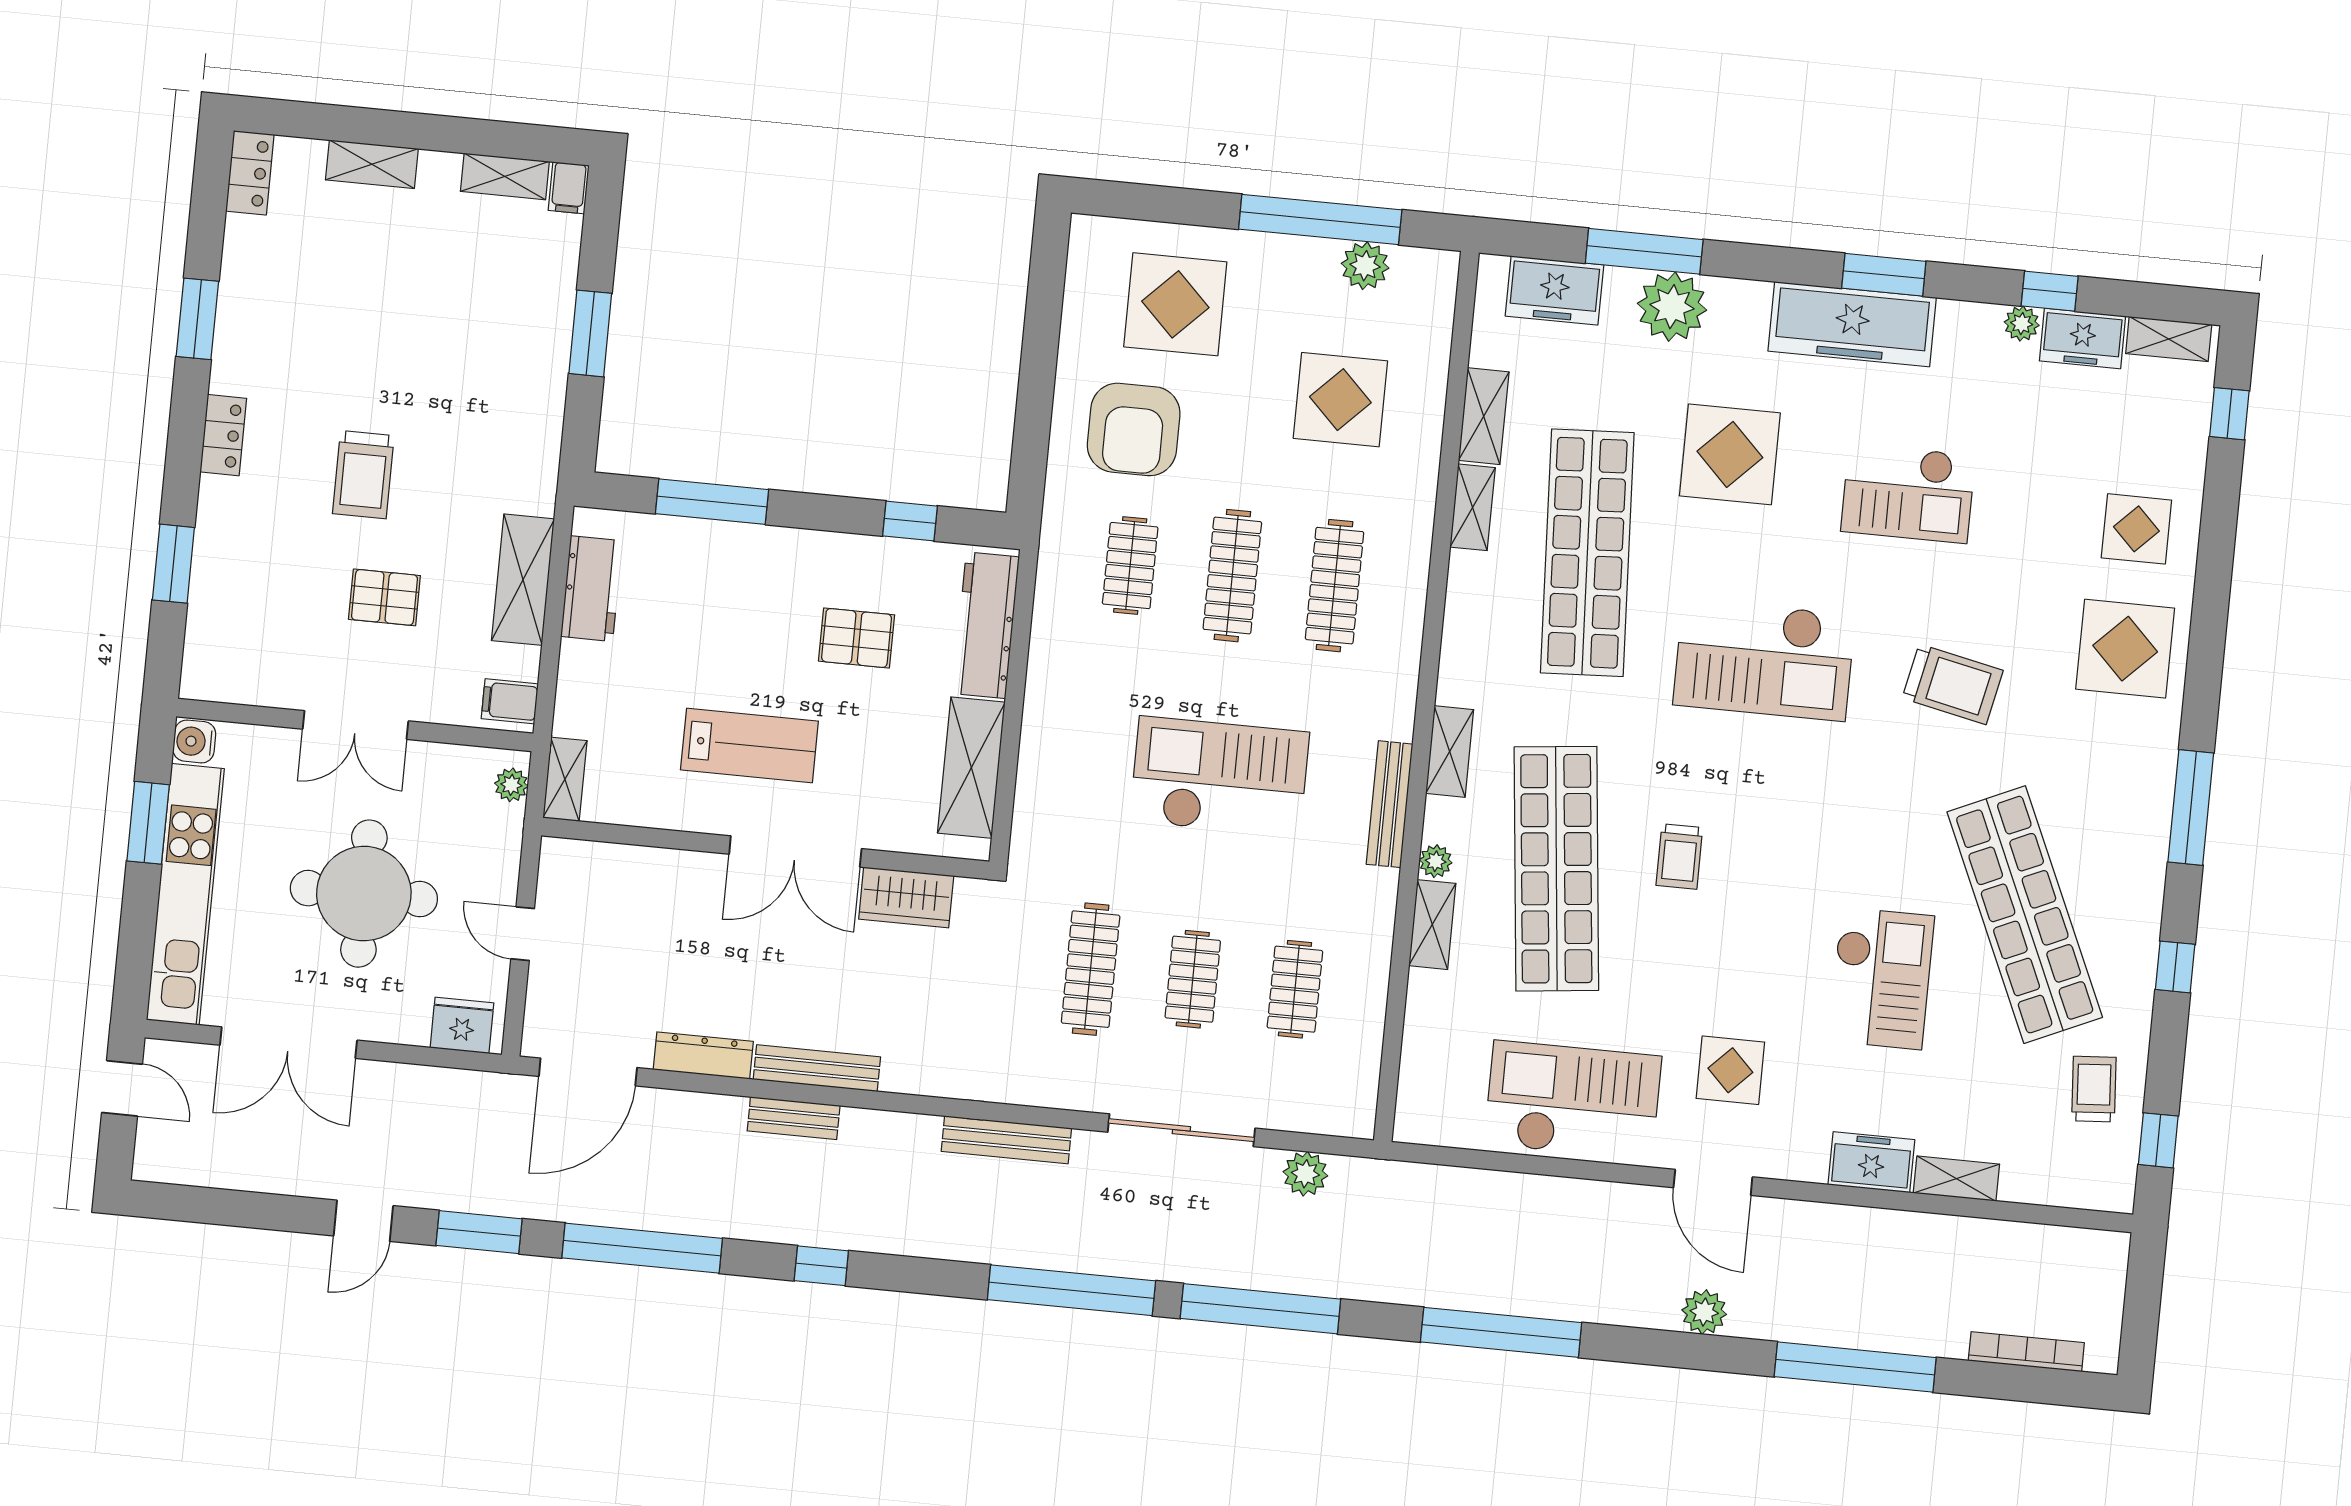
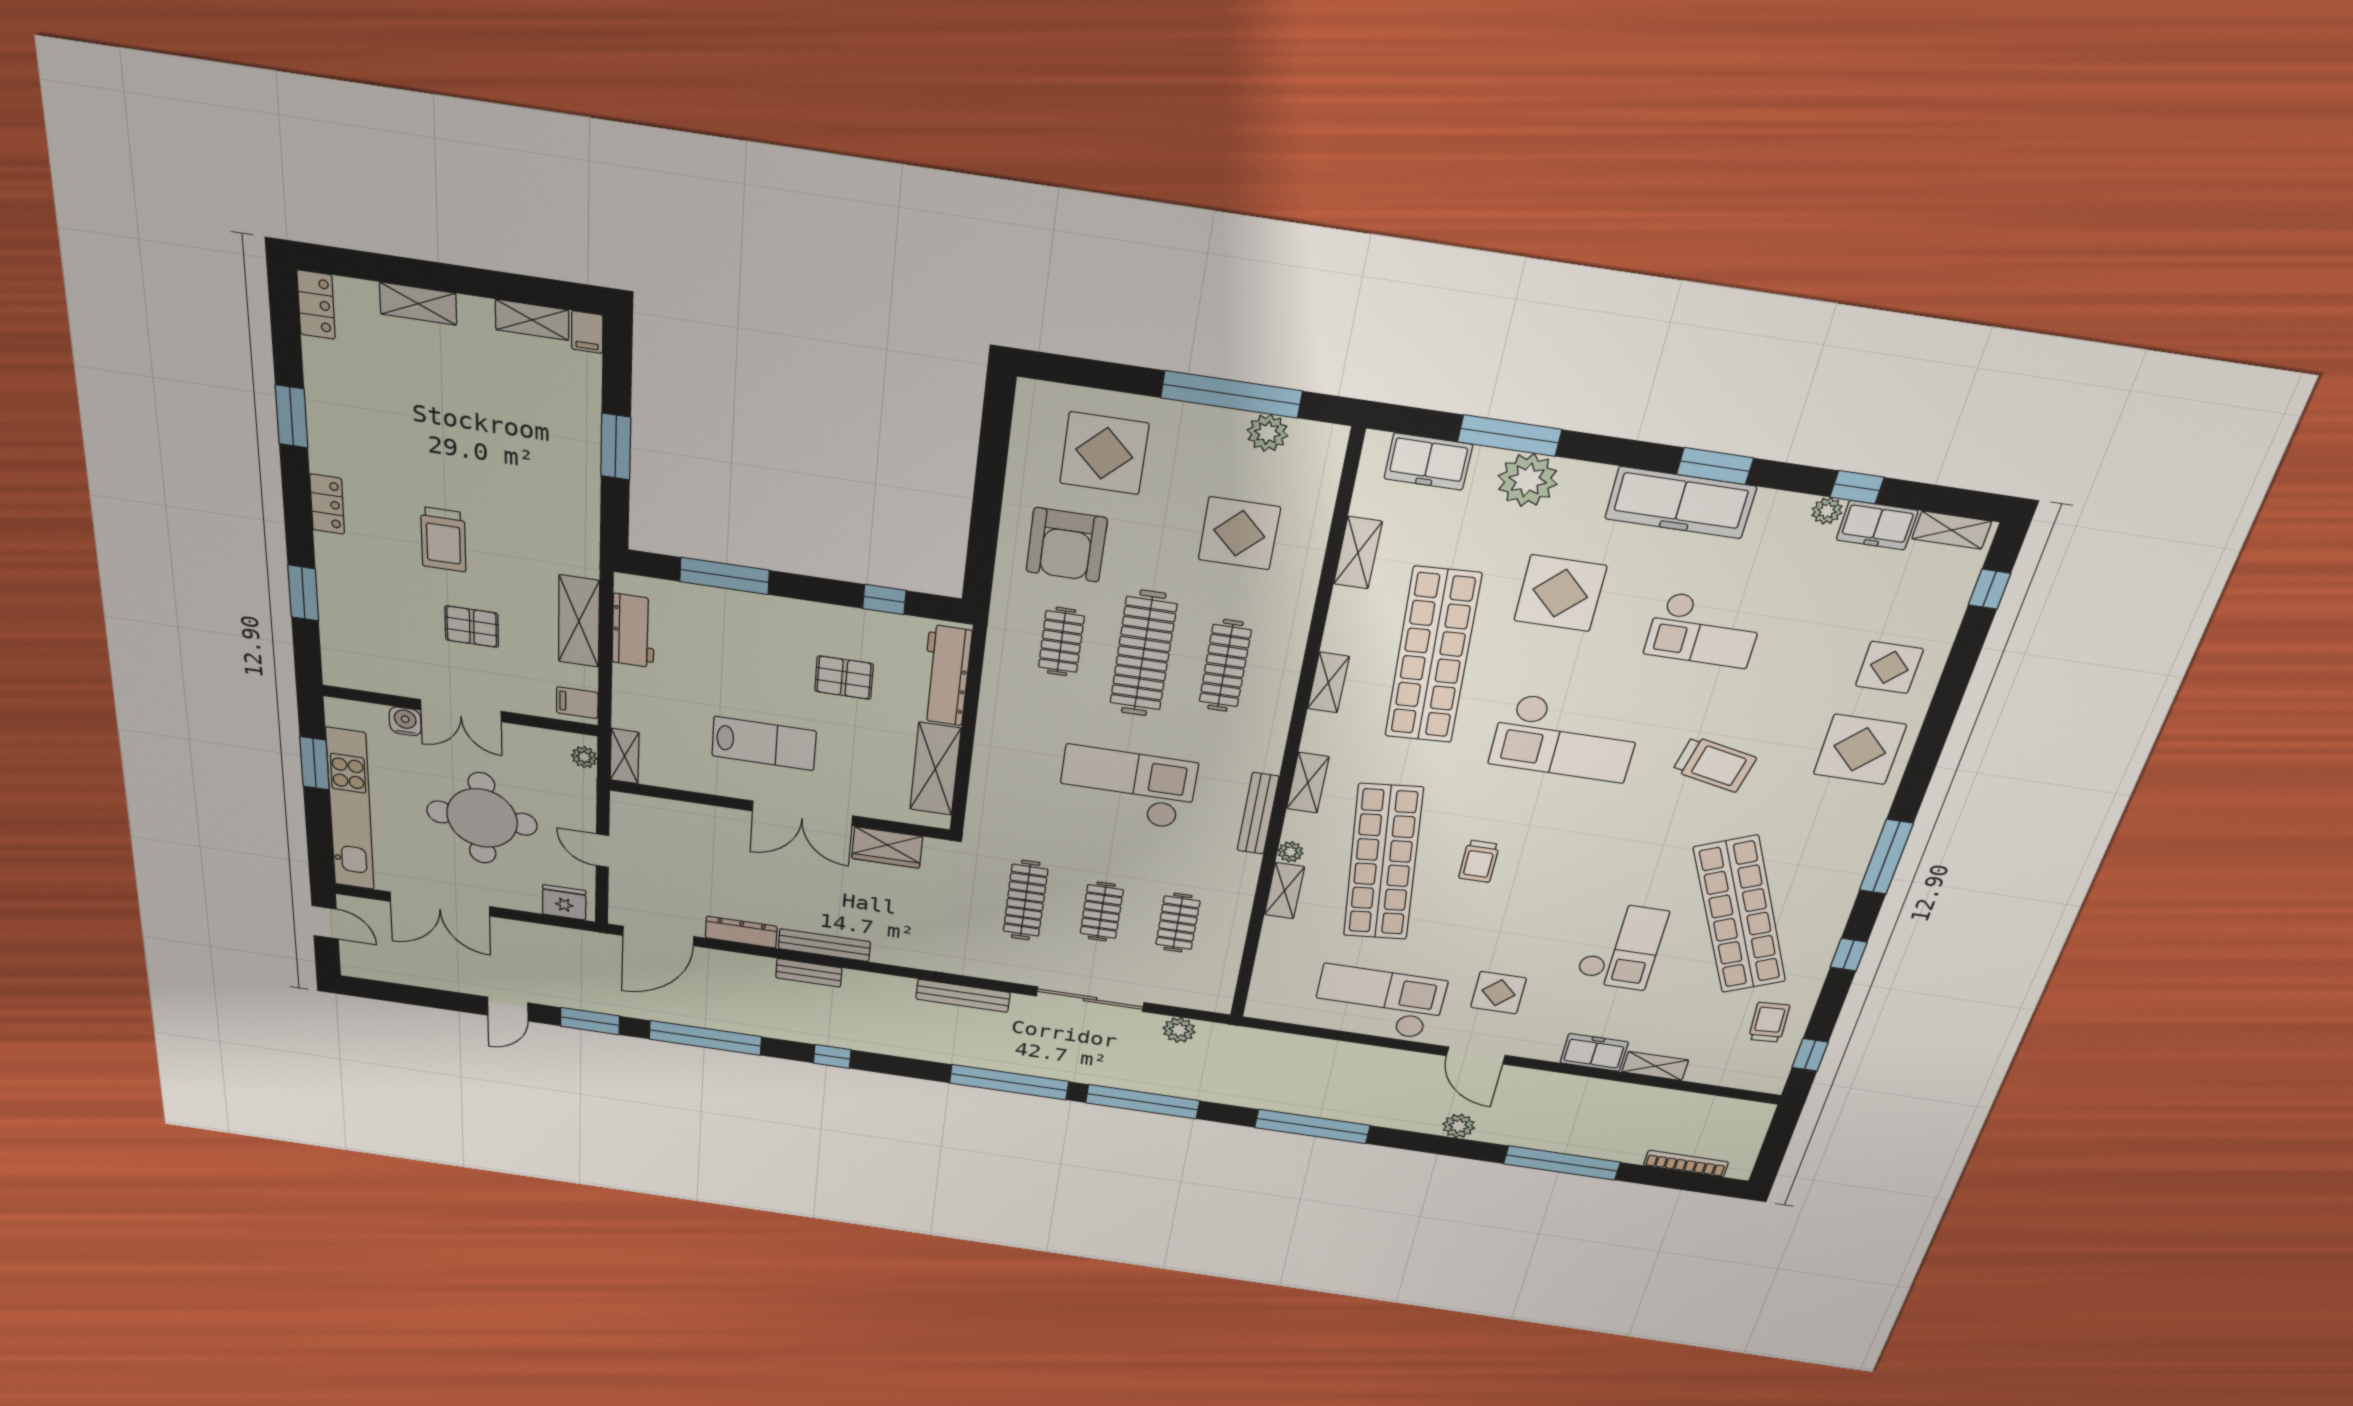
shelving: (1473, 507) -> (1328, 683), moved
clothes rail: (1232, 576) -> (1143, 654), width x1.37, depth x1.31
water cooler: (194, 741) -> (405, 721), moved, turned 90

